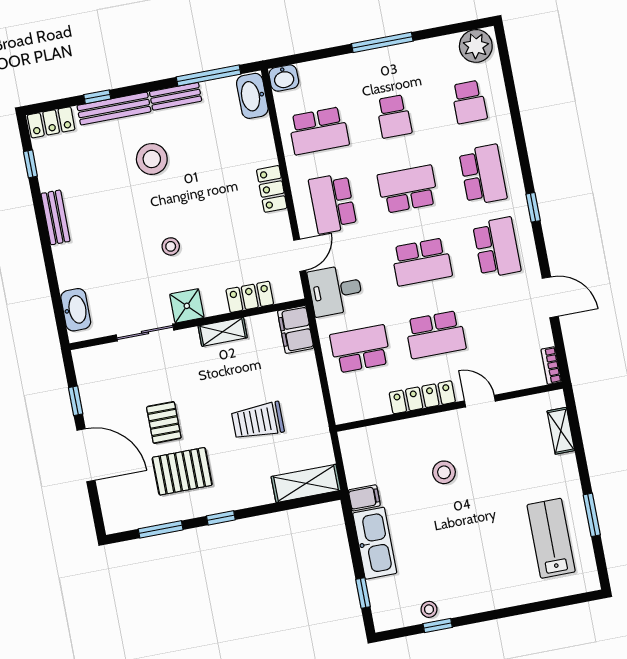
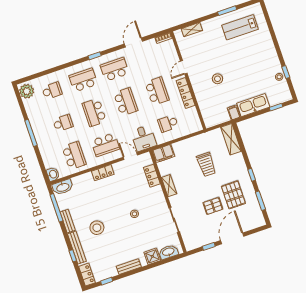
shower: (187, 306) -> (152, 256), moved
school desk: (360, 349) -> (168, 124), width x0.54

